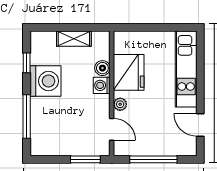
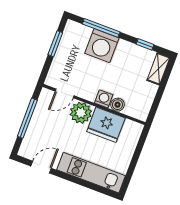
shelving: (74, 39) -> (158, 69), moved
washing machine: (45, 81) -> (102, 46), moved
plant: (120, 104) -> (81, 113), width x1.87, depth x1.87
window: (85, 159) -> (55, 44), moved

